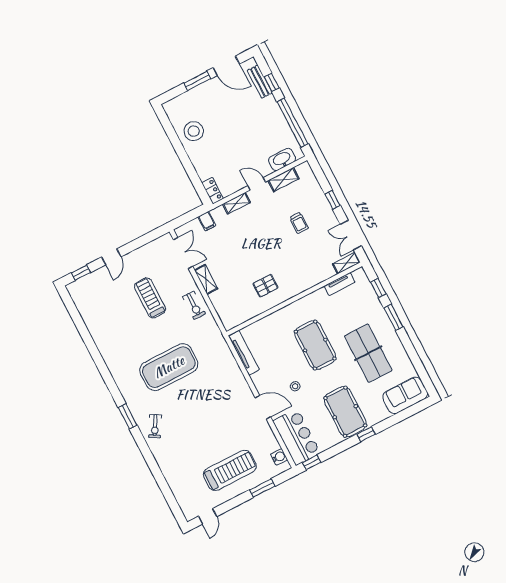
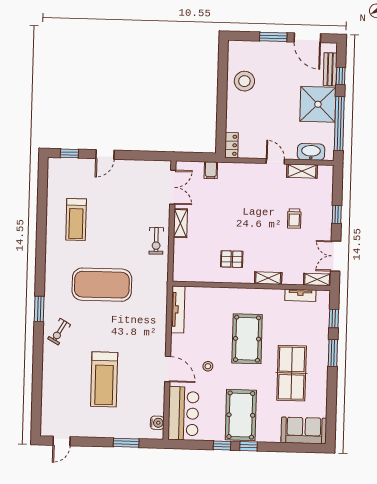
shower: (266, 116) -> (318, 104), added
shelving: (236, 203) -> (268, 278), moved
treadmill: (150, 298) -> (76, 219), moved, turned 180
window: (312, 462) -> (222, 445), moved
treadmill: (230, 470) -> (104, 379), moved, turned 90

